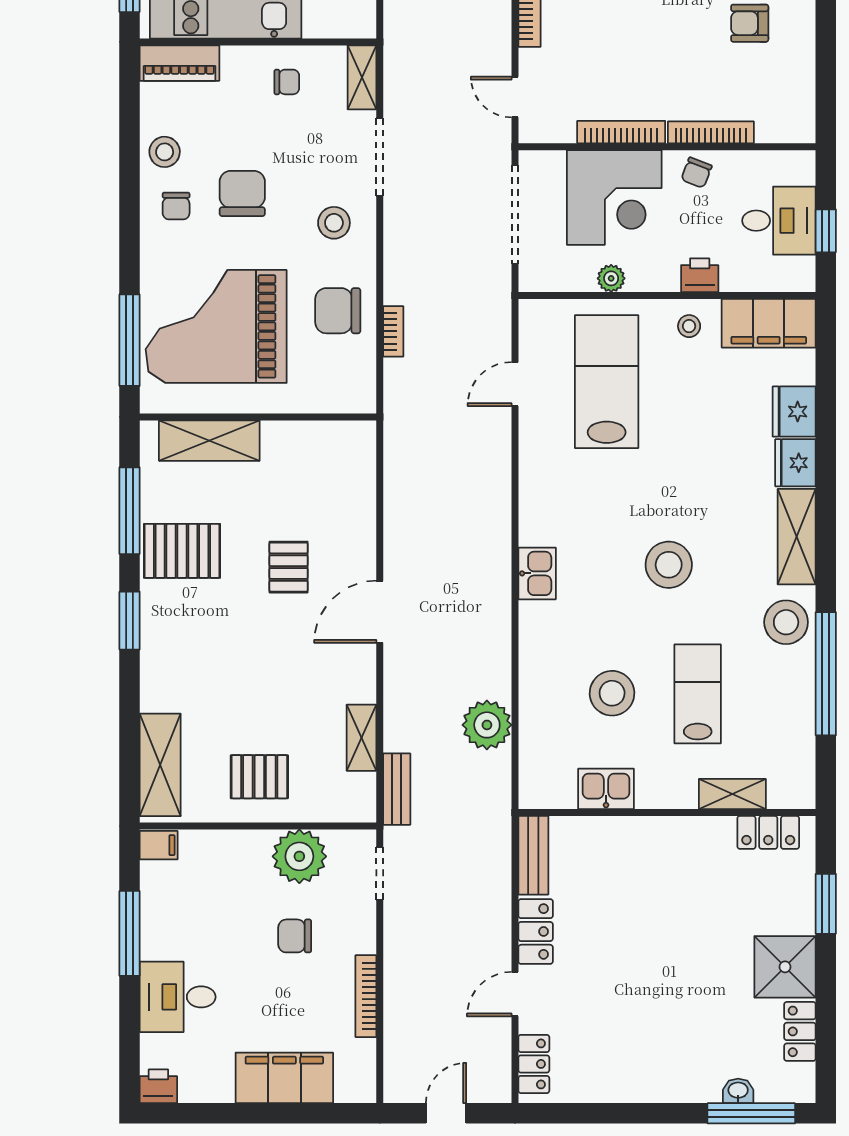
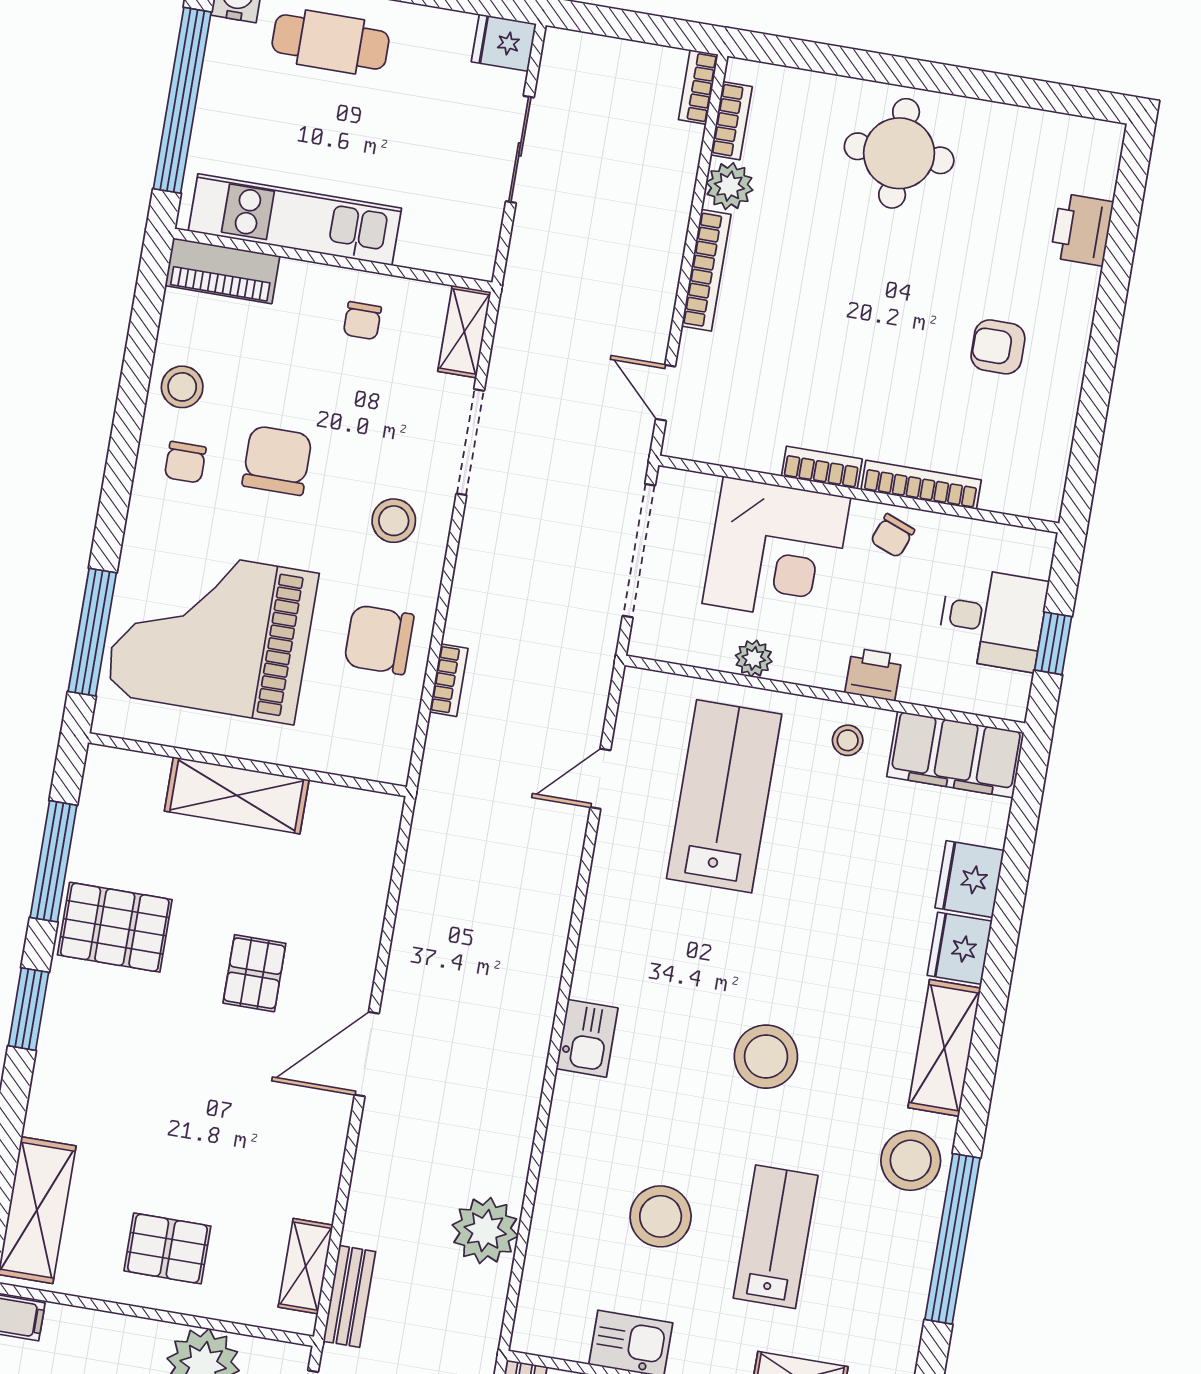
chair: (287, 82) -> (362, 321), turned 90
bookcase: (621, 132) -> (822, 468), width x0.64
shelving: (209, 441) -> (237, 795), moved
shelving: (361, 738) -> (306, 1266), moved

